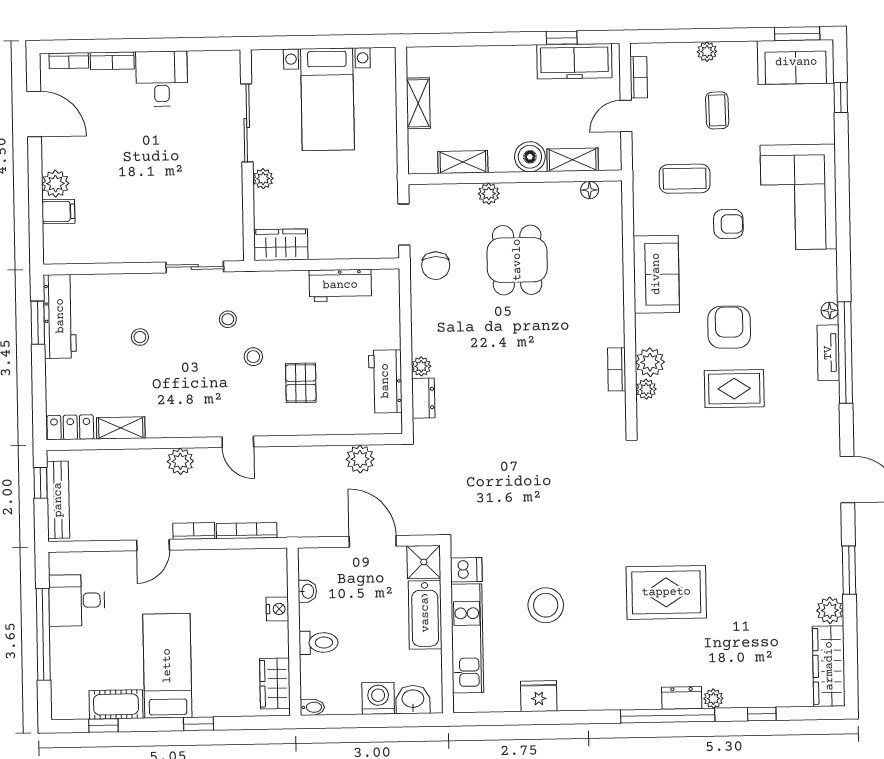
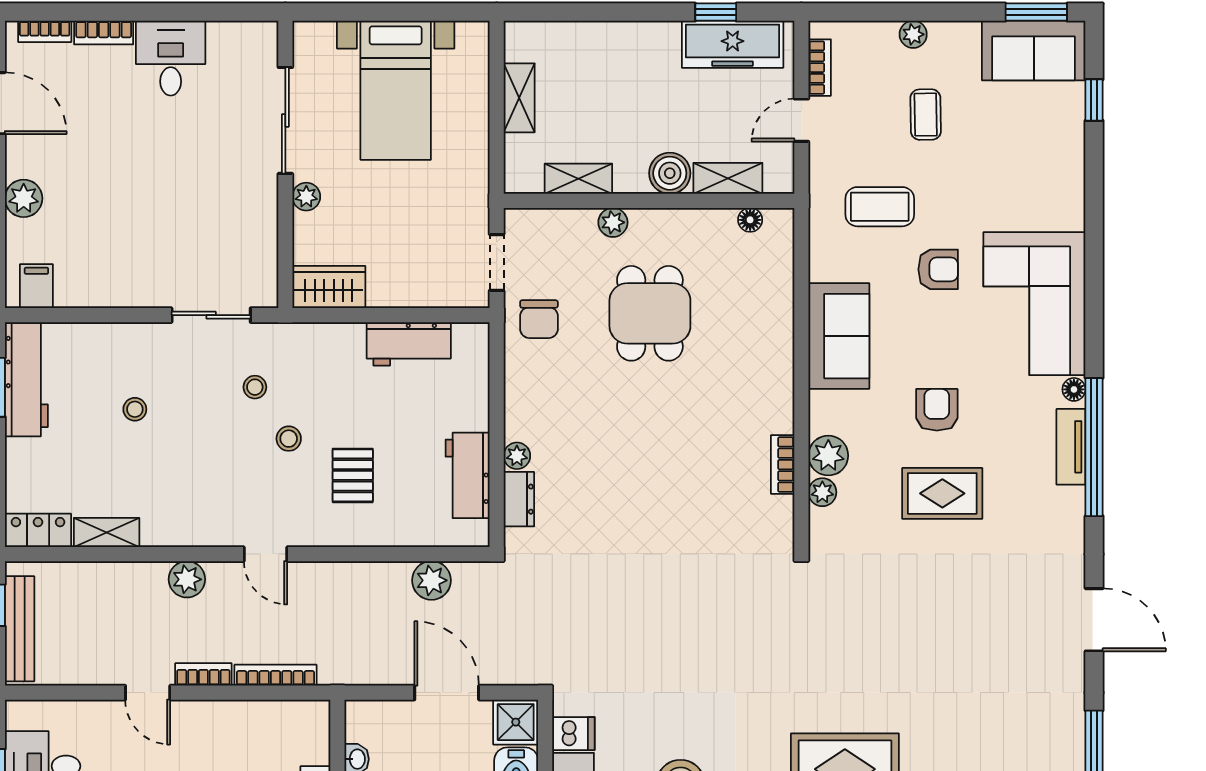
corner sofa: (799, 197) -> (1034, 304), moved
filing cabinet: (58, 211) -> (36, 286), moved, turned -90
armchair: (729, 327) -> (937, 410), width x0.72, depth x0.72
door: (153, 545) -> (148, 693), hinge flipped

